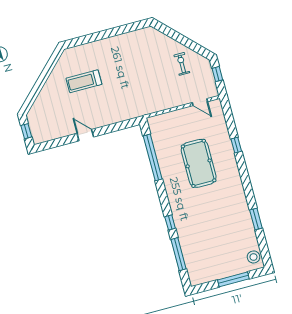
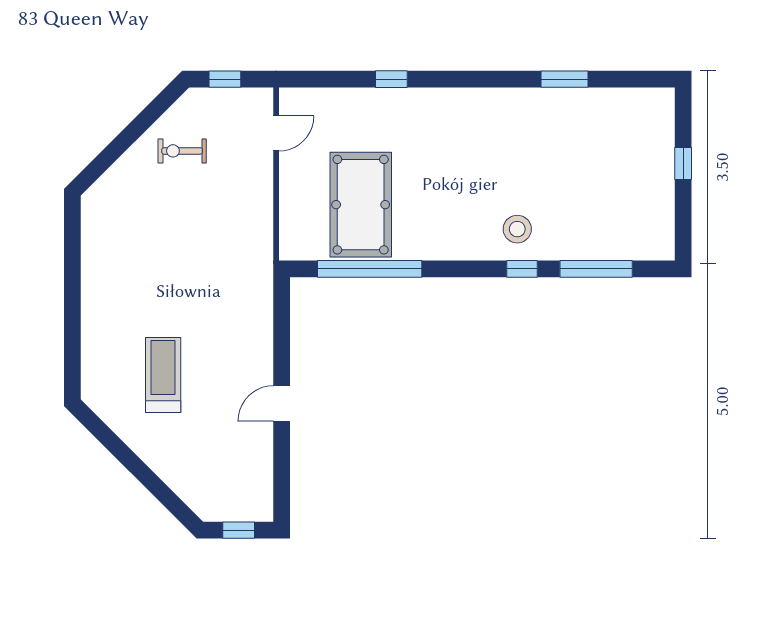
treadmill: (84, 81) -> (163, 375), turned 180
pool table: (199, 163) -> (361, 205), moved, turned 90
stool: (253, 257) -> (517, 229), moved
window: (233, 279) -> (683, 163), width x0.46

